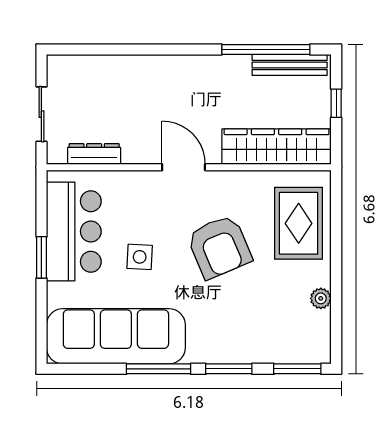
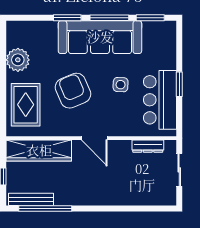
plant: (321, 298) -> (18, 60), width x1.88, depth x1.88
sofa: (116, 336) -> (100, 37), moved
window: (297, 369) -> (150, 18), moved

